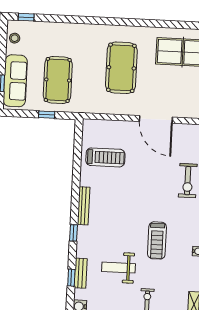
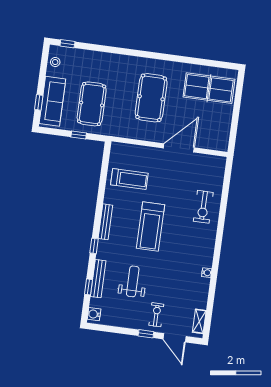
door: (156, 119) -> (179, 148), swing flipped
treadmill: (157, 240) -> (151, 226), moved, width x1.37, depth x1.38
weight bench: (118, 268) -> (133, 281), turned 90
bench: (81, 273) -> (98, 279), width x1.36

